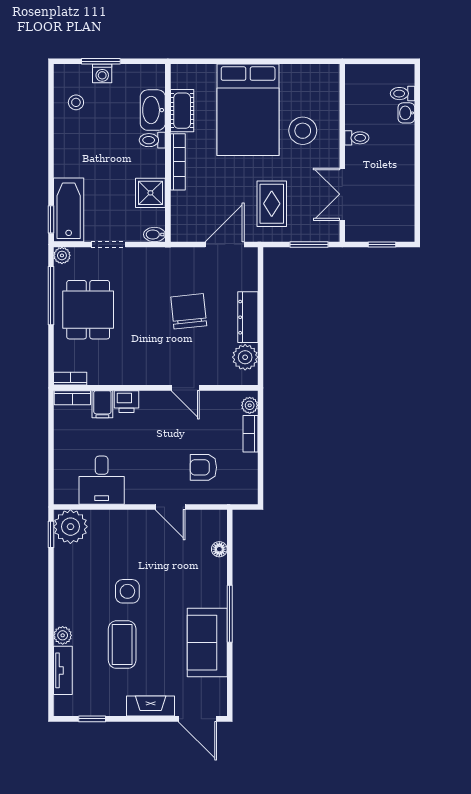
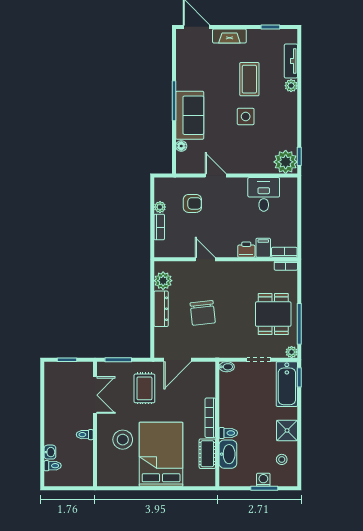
shower: (150, 193) -> (287, 430), moved
plant: (250, 405) -> (160, 207), moved
sofa: (207, 643) -> (190, 115), moved

